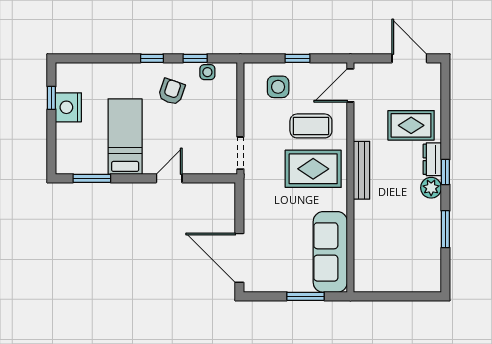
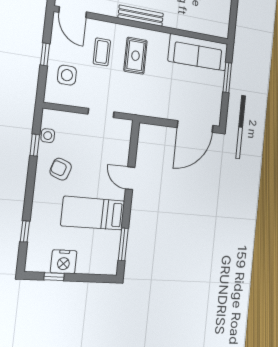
window: (152, 58) -> (25, 231), moved
coffee table: (311, 126) -> (102, 52), width x0.73, depth x0.77
doorway: (240, 153) -> (101, 113), moved
rug: (313, 169) -> (135, 56), width x0.73, depth x0.70

